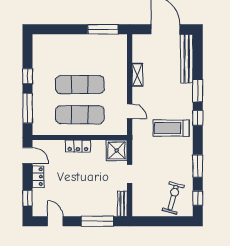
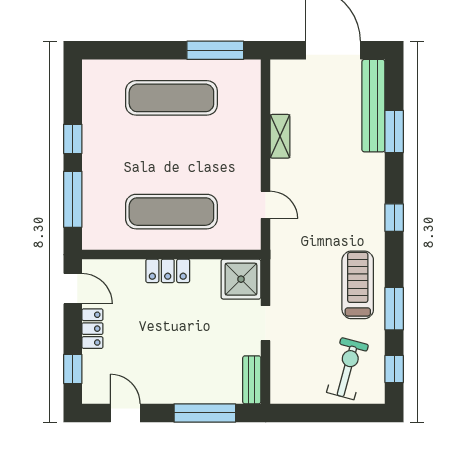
exercise mat: (80, 85) -> (171, 98), moved
window: (198, 91) -> (394, 131), moved
treadmill: (171, 128) -> (358, 285), moved, turned 90

